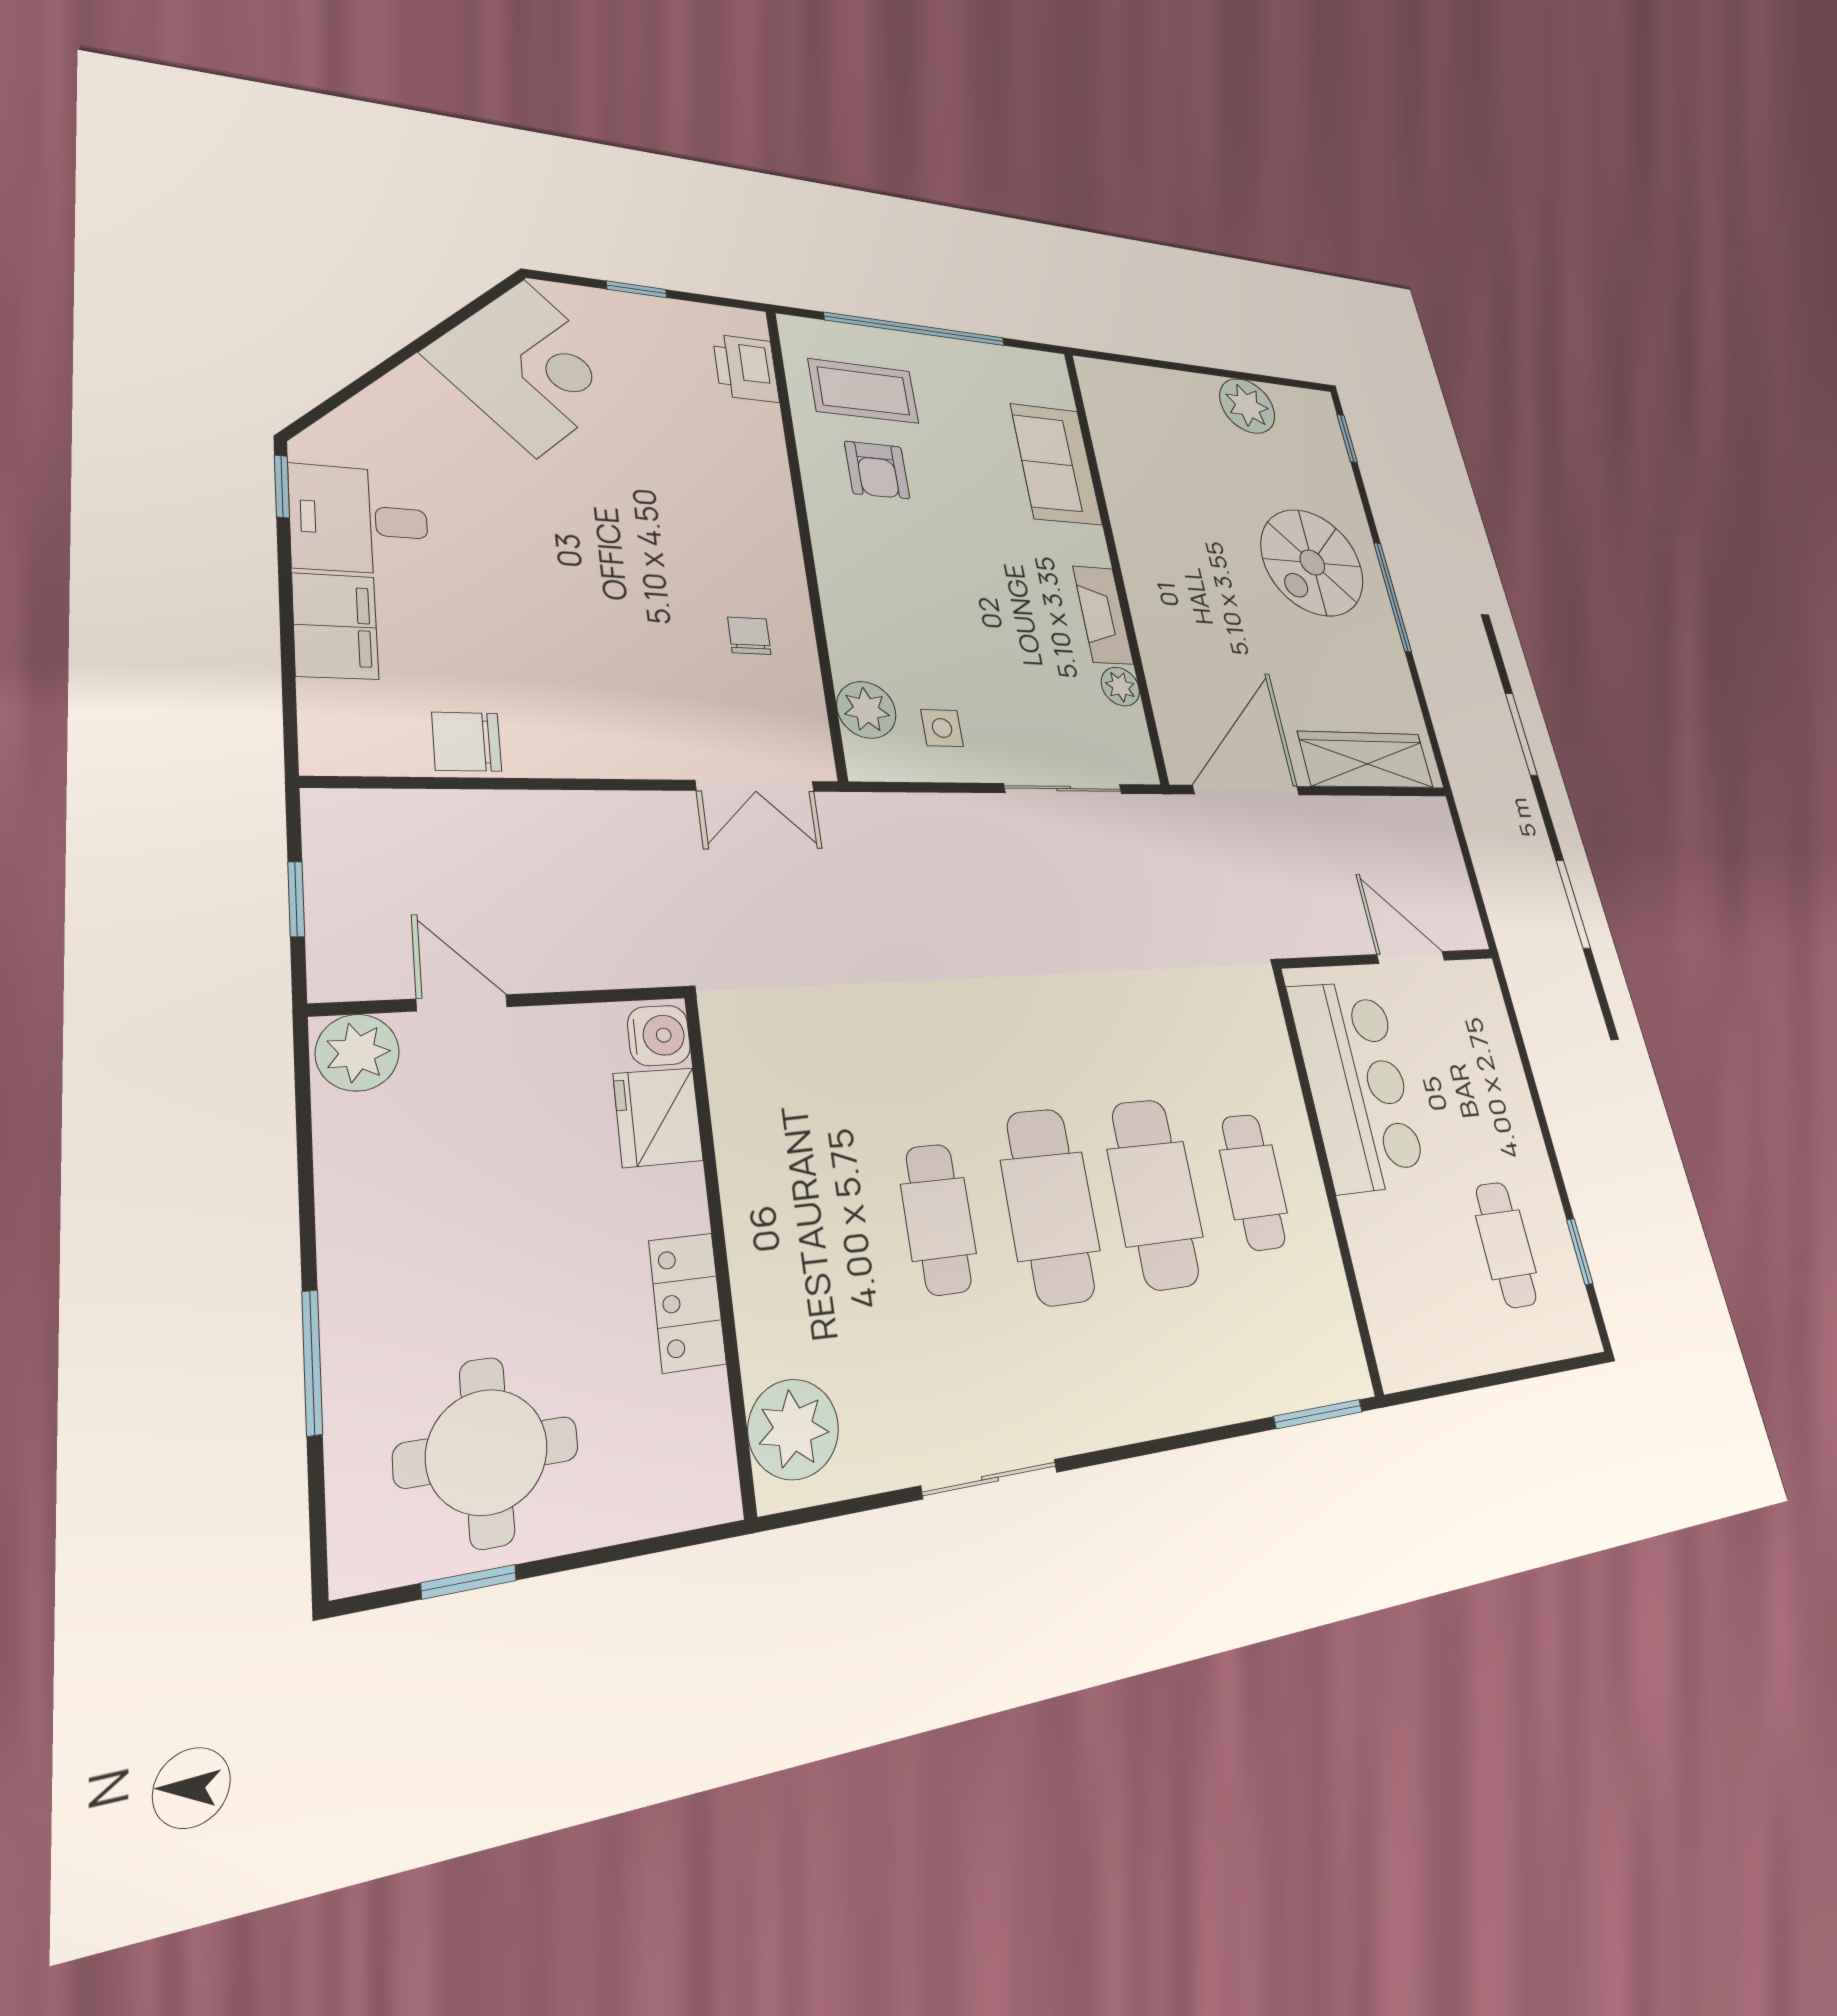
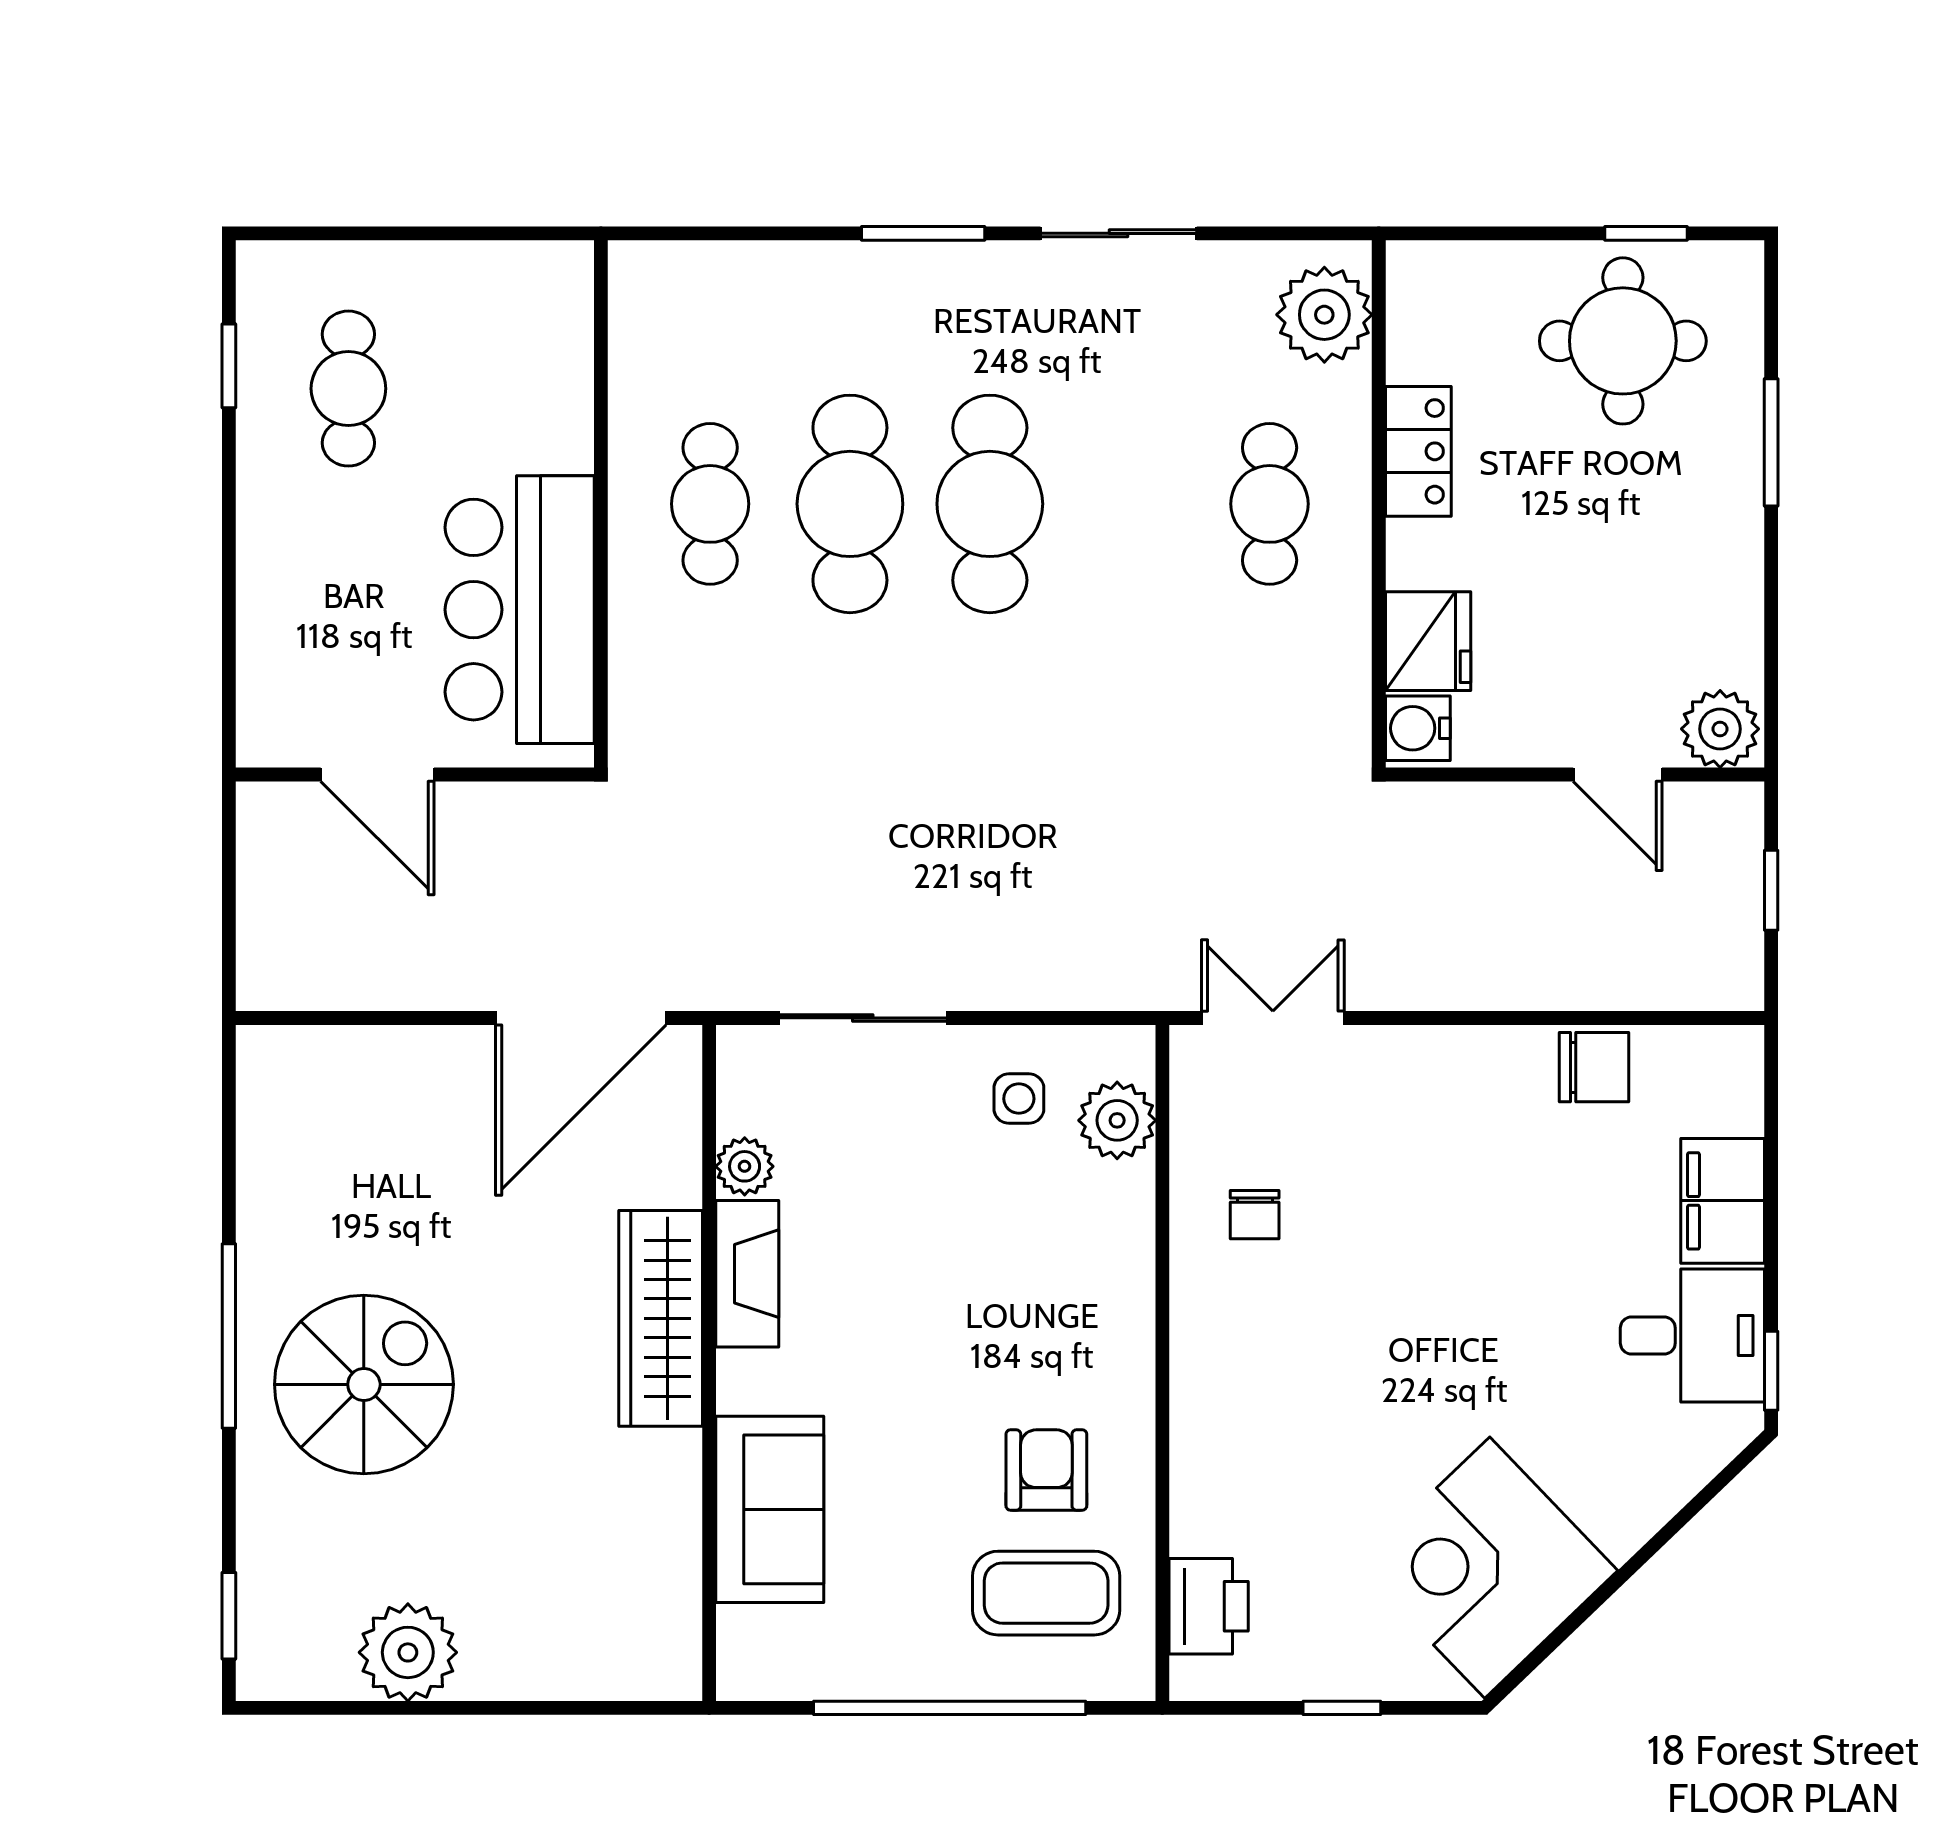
wardrobe: (1366, 760) -> (661, 1318), moved, turned 90
cafe table: (938, 1219) -> (1270, 504), moved
window: (1318, 1414) -> (923, 233), moved

